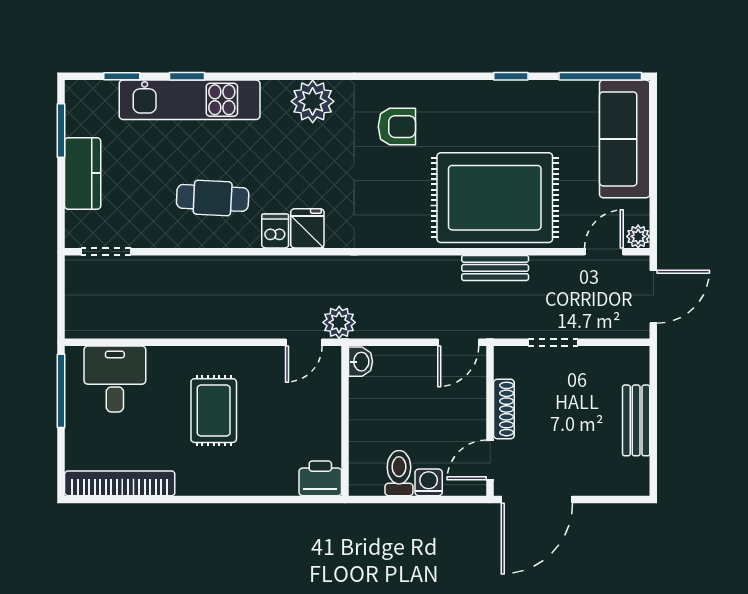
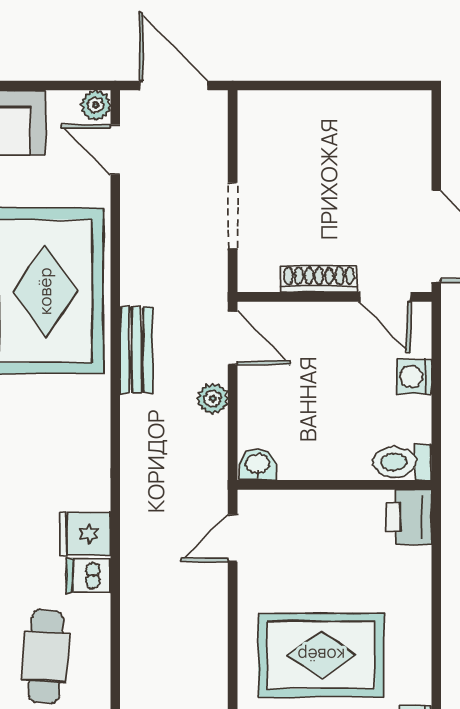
bench: (495, 268) -> (136, 350), moved
plant: (339, 322) -> (213, 398), moved, width x0.73, depth x0.73
door: (304, 342) -> (233, 538), swing flipped
rug: (214, 411) -> (321, 655), width x1.36, depth x1.43
bench: (636, 420) -> (334, 108), removed
toilet: (399, 473) -> (402, 462), moved

